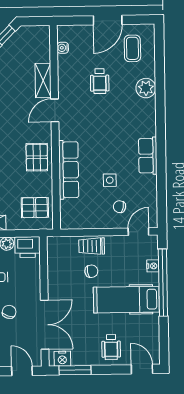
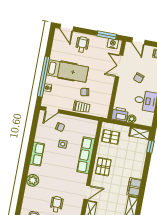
plant: (146, 88) -> (33, 180), moved
double door: (45, 325) -> (119, 66), width x0.73

